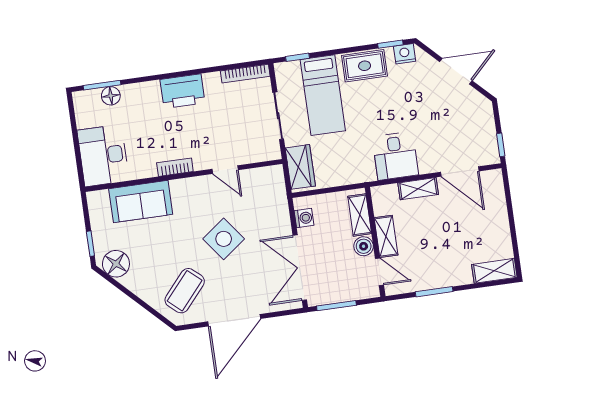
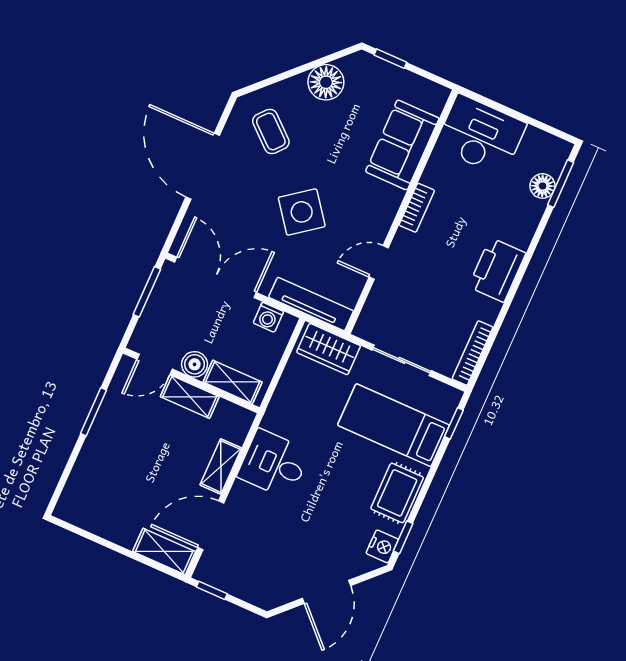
tv unit: (279, 196) -> (311, 304), added
floor lamp: (116, 264) -> (326, 82), moved
shelving: (494, 271) -> (164, 551), moved, turned 90
coffee table: (185, 291) -> (271, 131), width x0.73, depth x0.77

